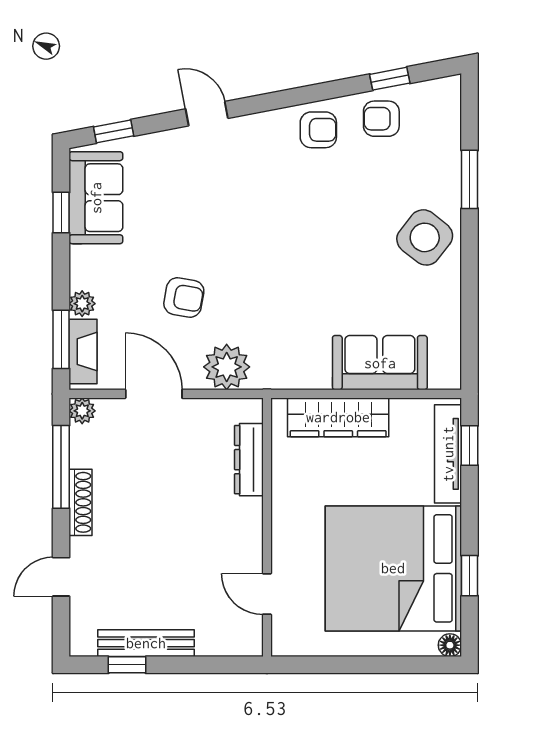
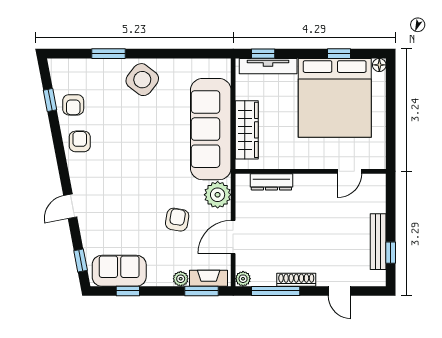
sofa: (380, 363) -> (211, 129), width x1.85, depth x1.27

